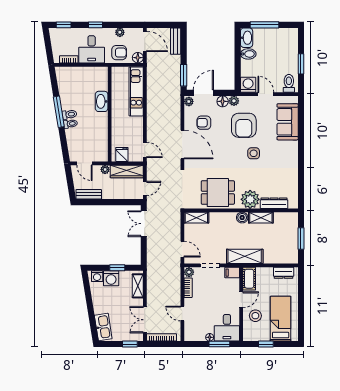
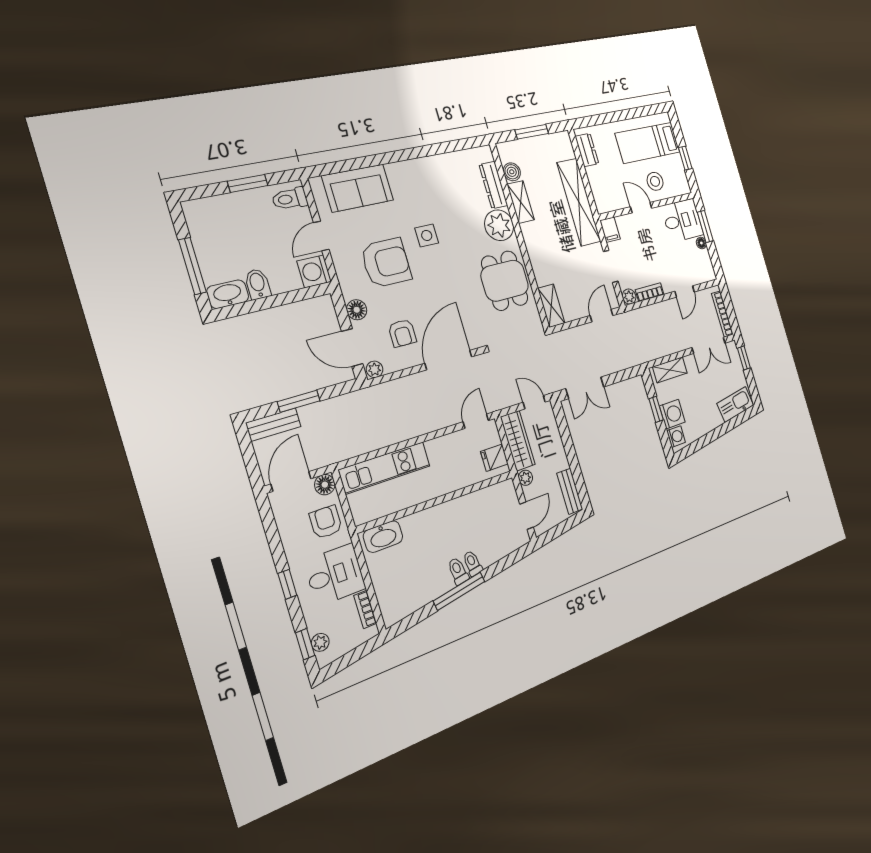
plant: (120, 32) -> (320, 642), moved
window: (184, 75) -> (299, 401), moved
washbasin: (102, 101) -> (383, 537), moved
plant: (234, 101) -> (350, 290), removed
boiler: (242, 218) -> (512, 172), moved
shelving: (245, 256) -> (579, 202), width x1.47
cot: (249, 279) -> (610, 202), removed

